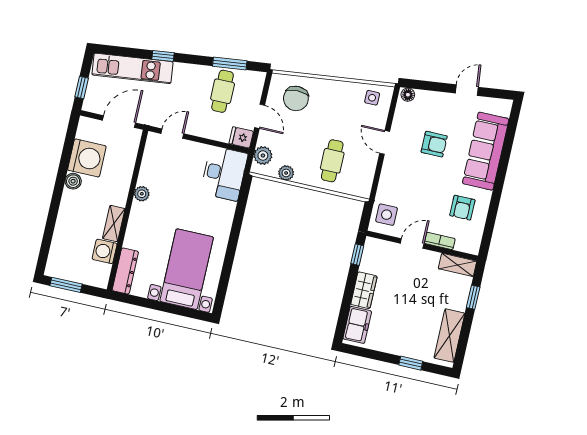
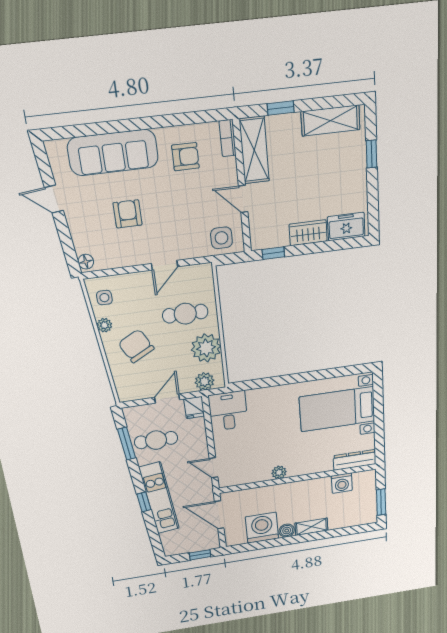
kitchen unit: (132, 68) -> (159, 498), moved
plant: (348, 88) -> (104, 325), added
chair: (296, 98) -> (136, 346), moved, turned -118
door: (385, 142) -> (164, 265), moved
desk: (224, 173) -> (228, 411), width x0.73
plant: (286, 173) -> (206, 348), width x1.87, depth x1.87
shelving: (114, 224) -> (311, 527), moved
bookcase: (440, 241) -> (228, 138), moved
shelving: (457, 265) -> (254, 150), width x1.50, depth x1.33

